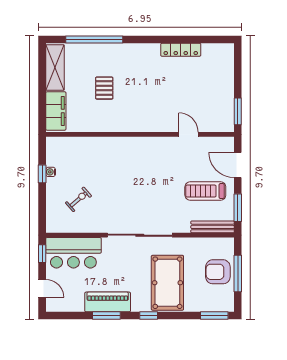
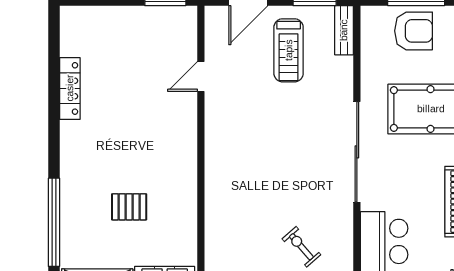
bench: (213, 227) -> (344, 30), width x0.73
armchair: (218, 272) -> (414, 31), turned -90

